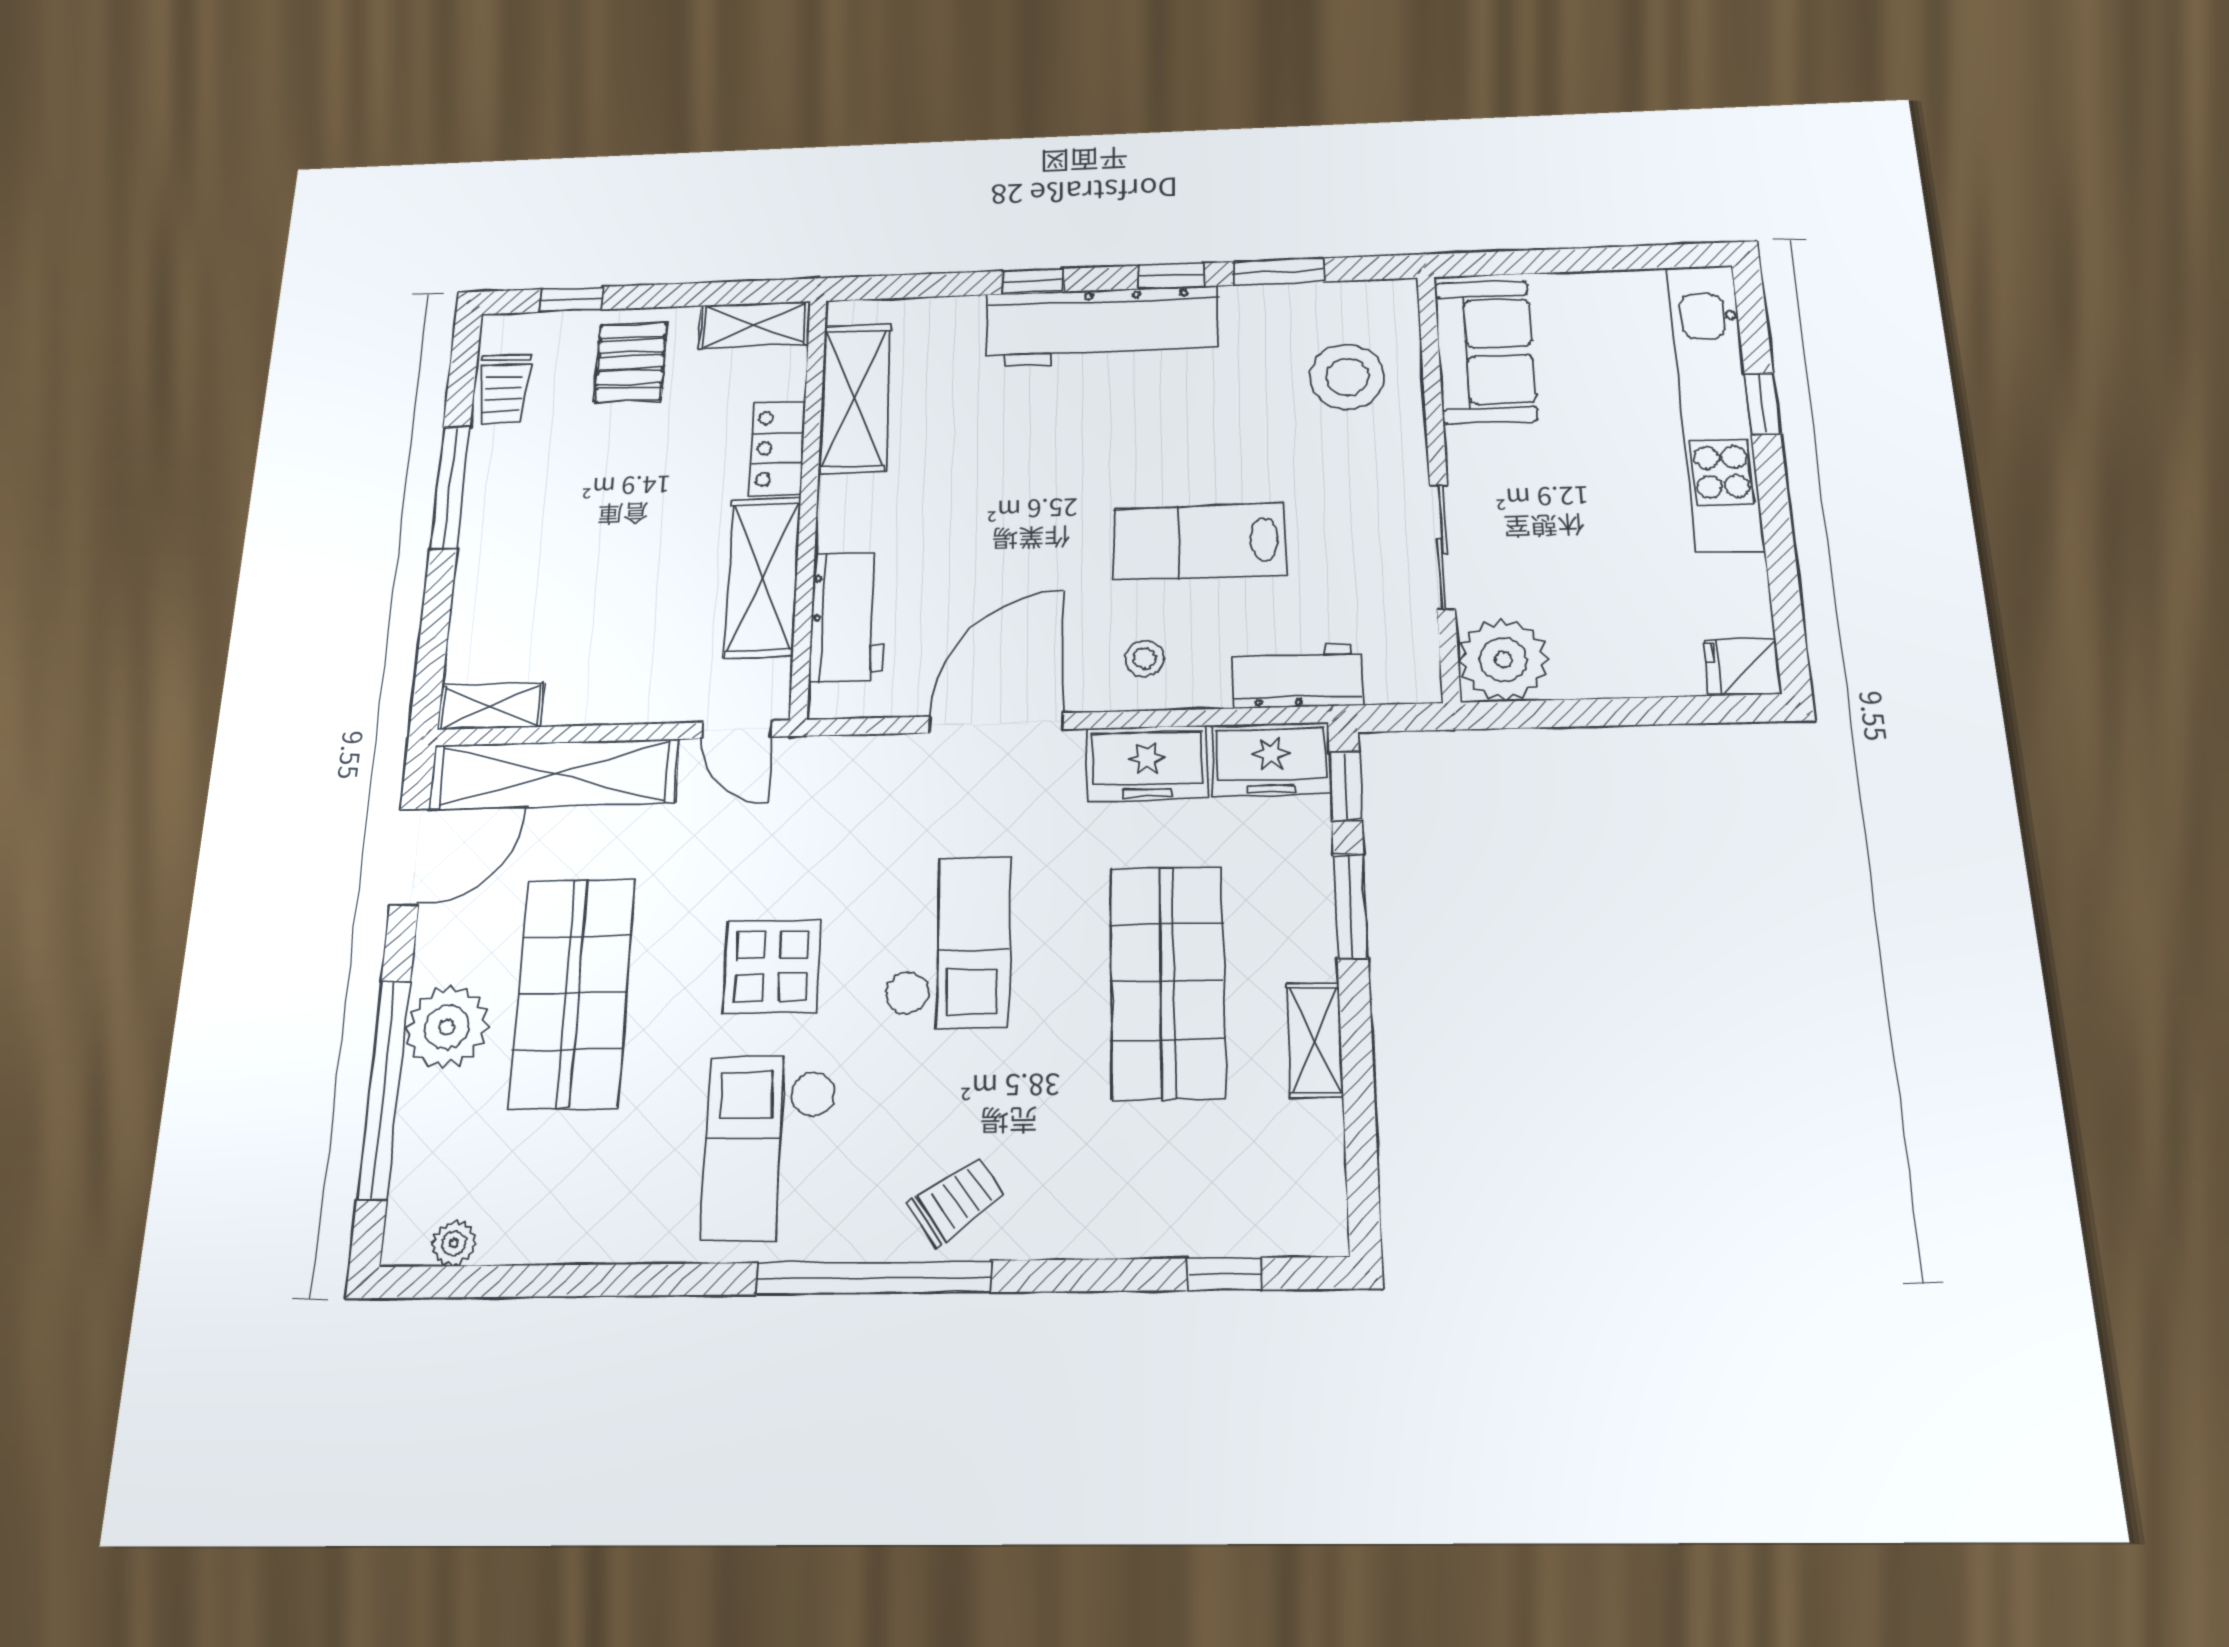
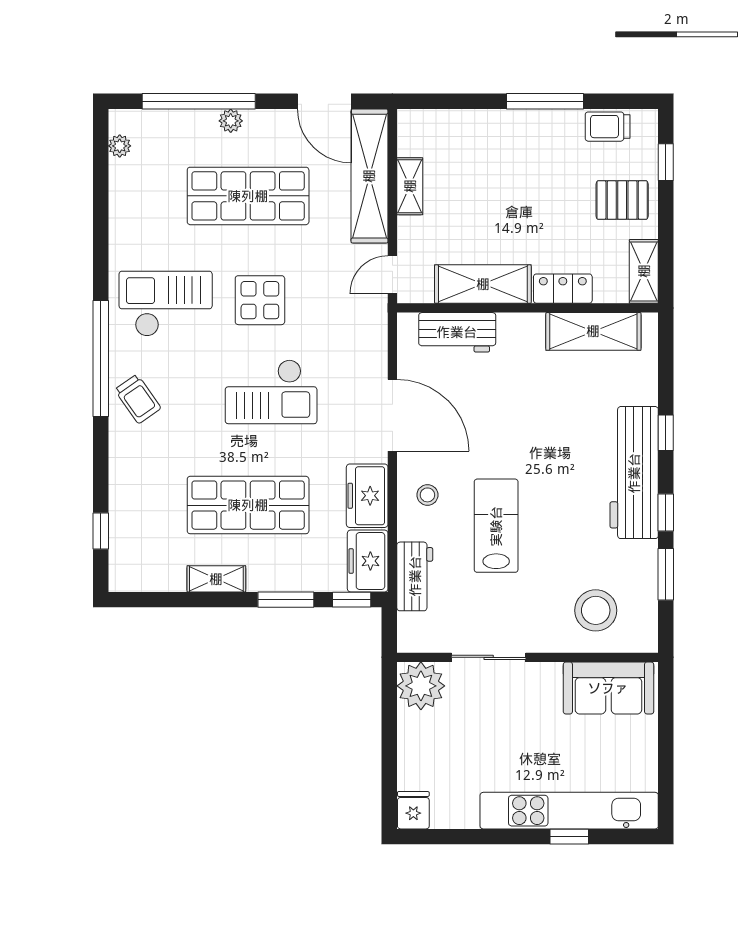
shelving: (491, 706) -> (410, 186), moved
plant: (447, 1027) -> (231, 121), width x0.53, depth x0.53

